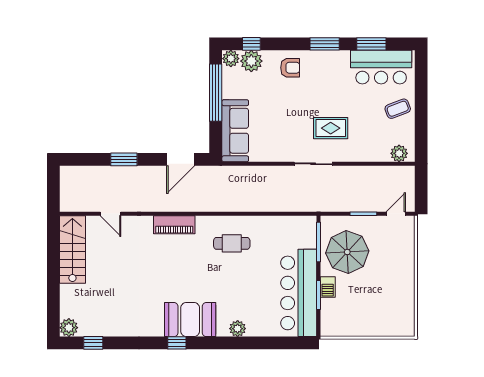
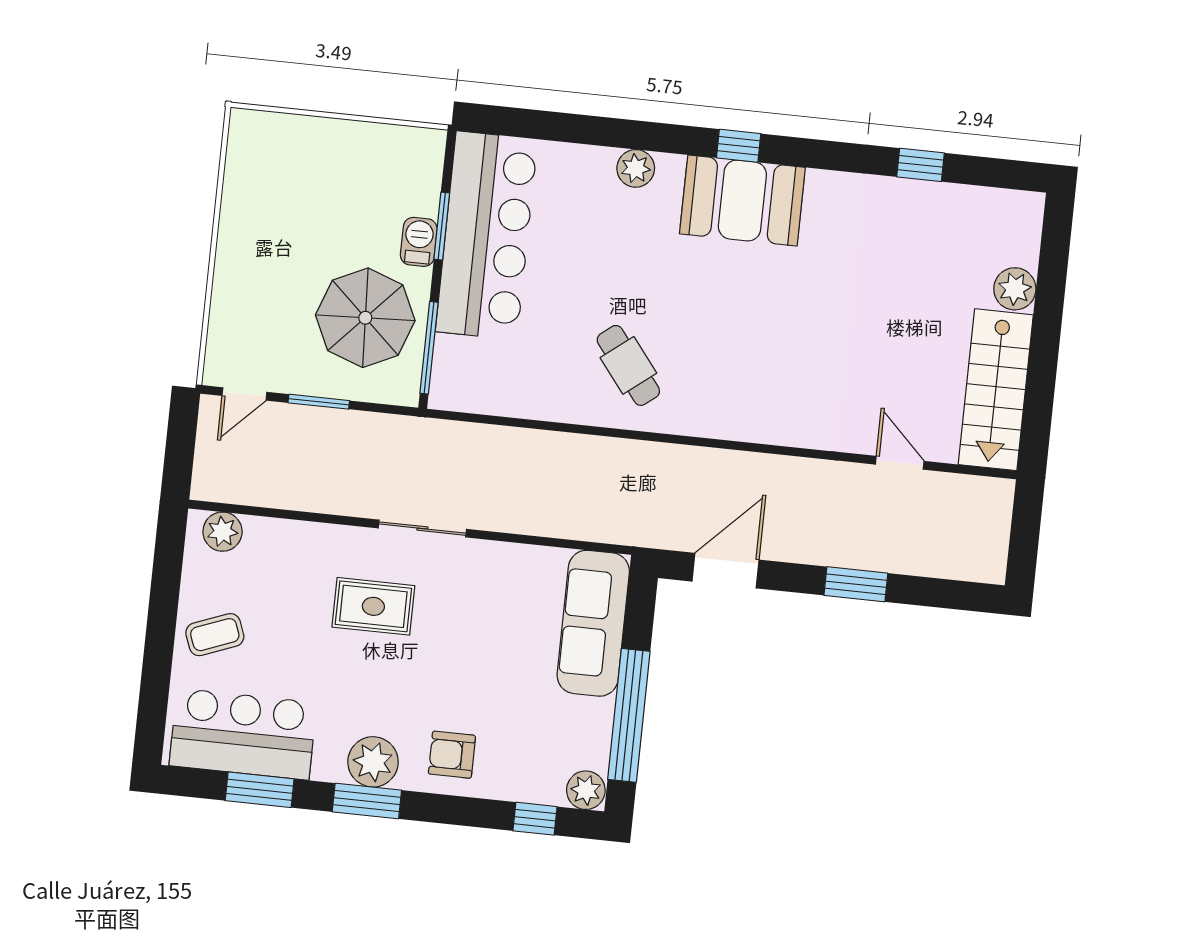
plant: (251, 61) -> (373, 762), moved
piano: (174, 225) -> (756, 422), removed
cafe table: (232, 243) -> (628, 365), turned 52
plant: (69, 328) -> (1015, 289), moved
window: (93, 343) -> (920, 165), moved
window: (177, 343) -> (739, 146), moved

